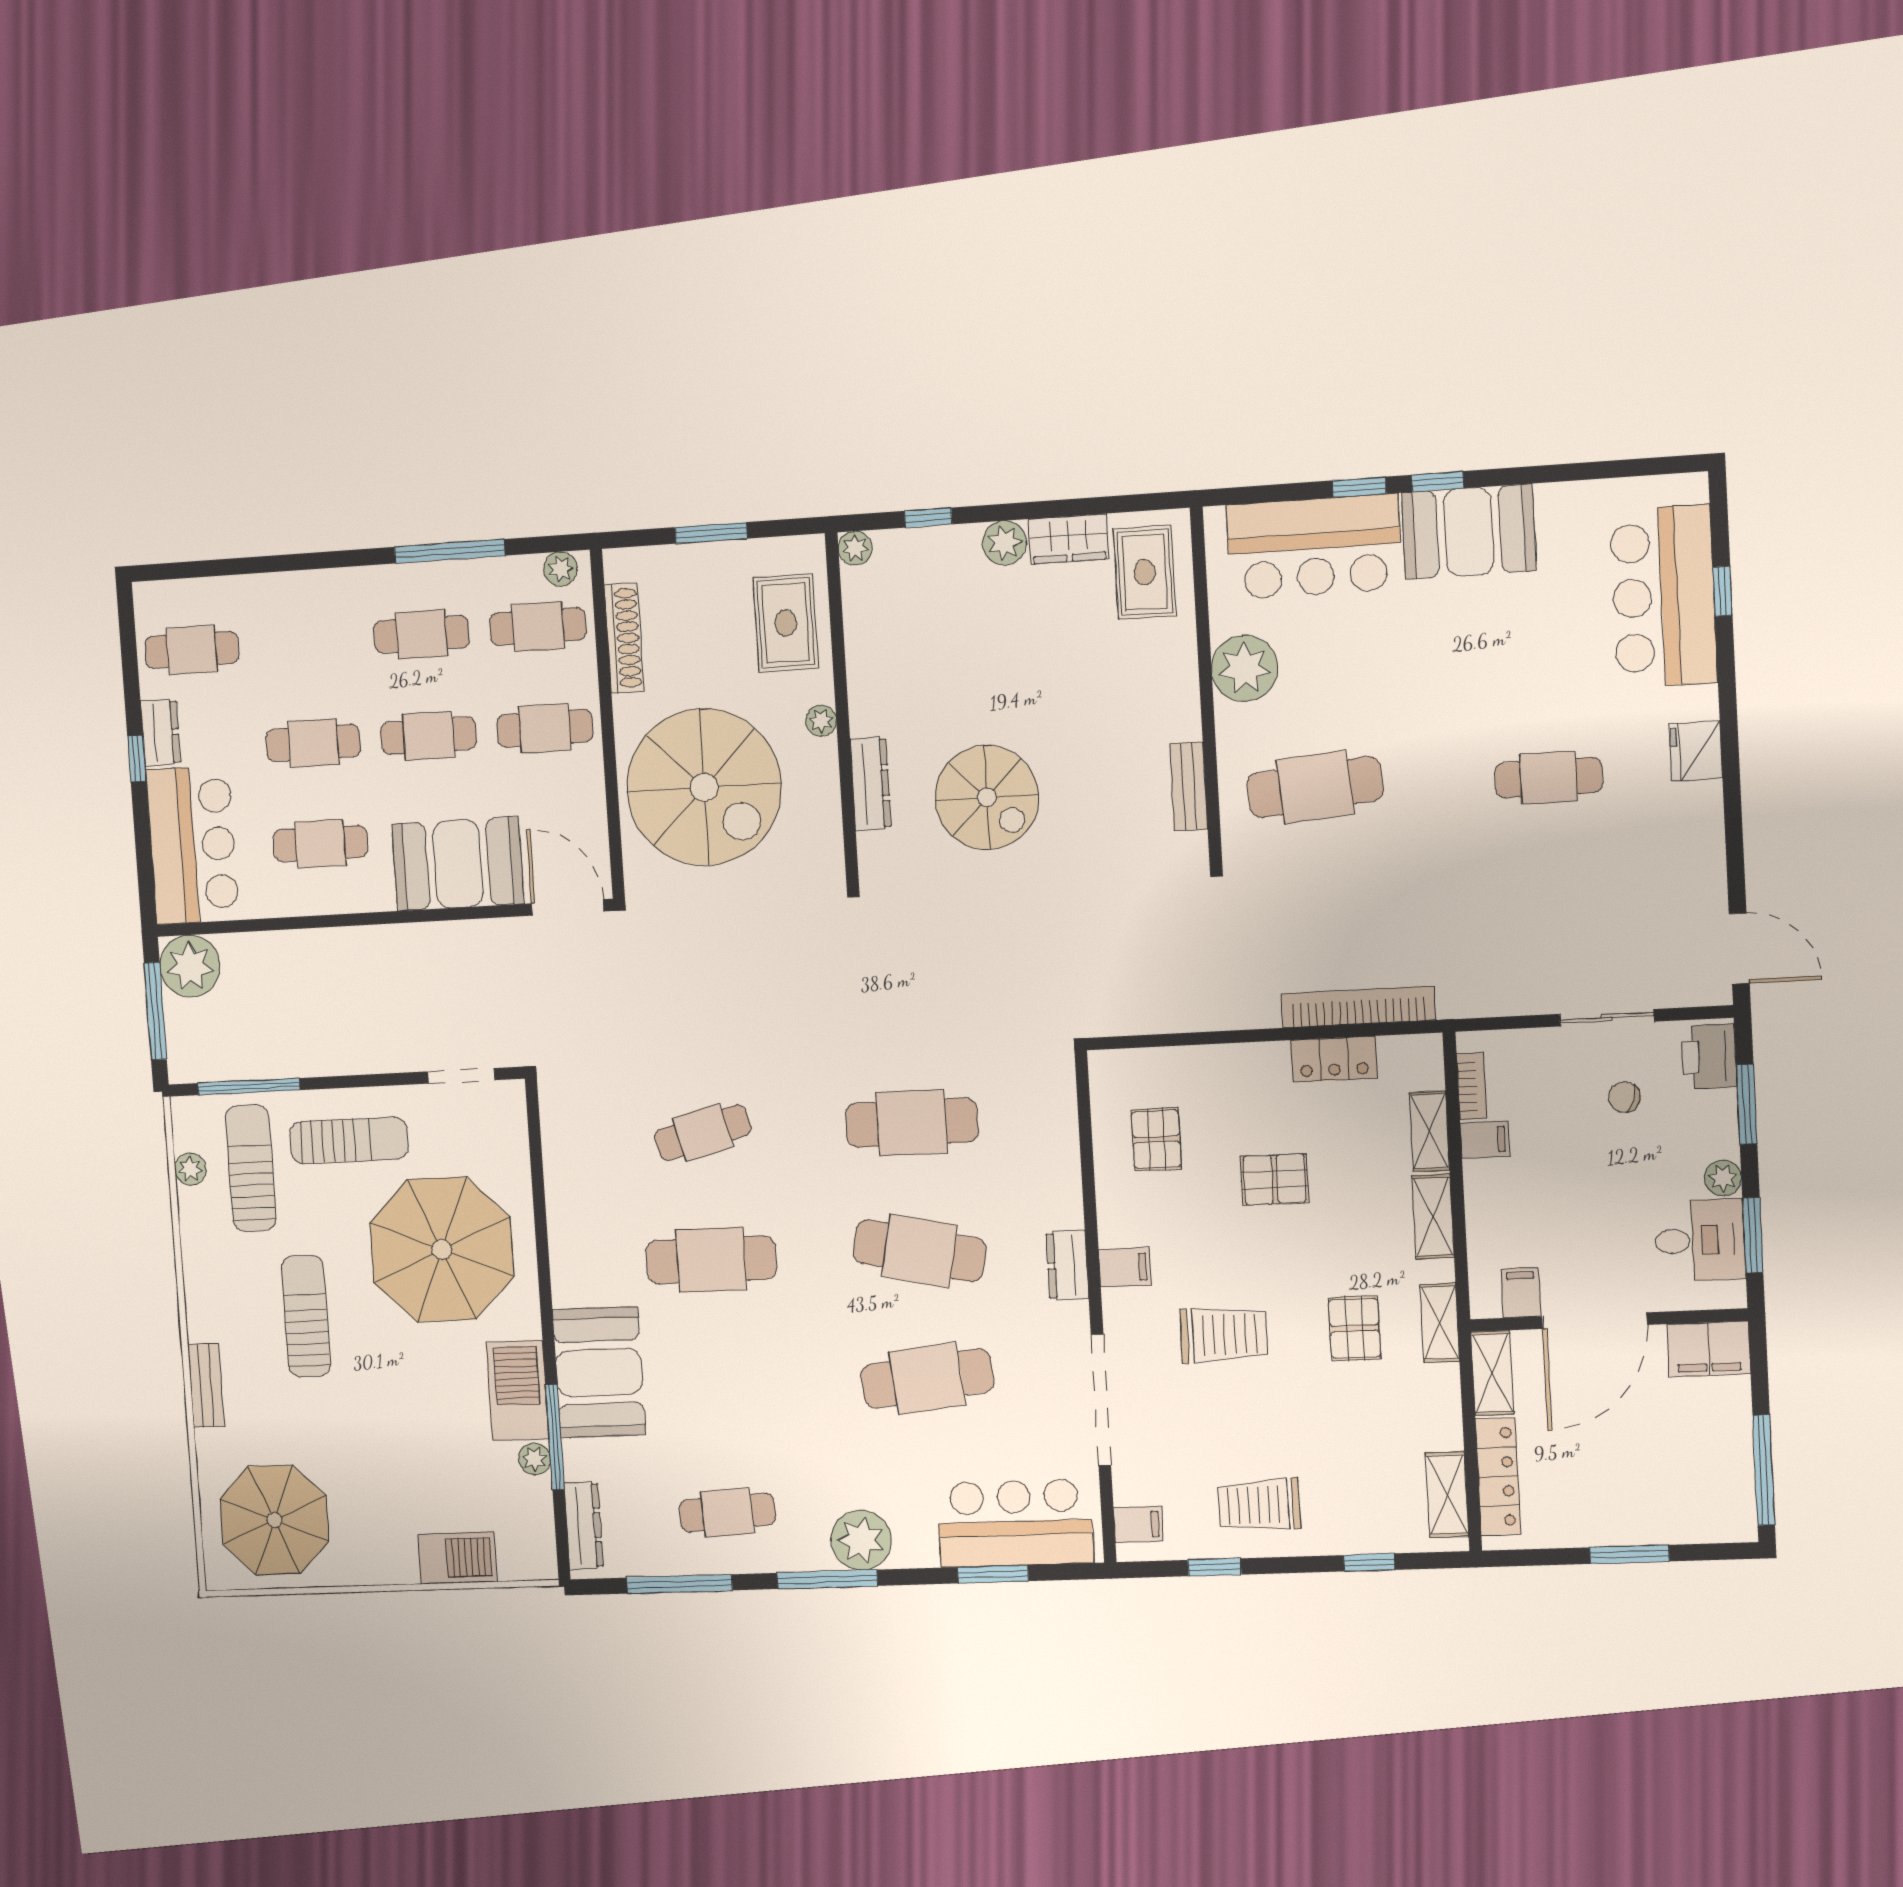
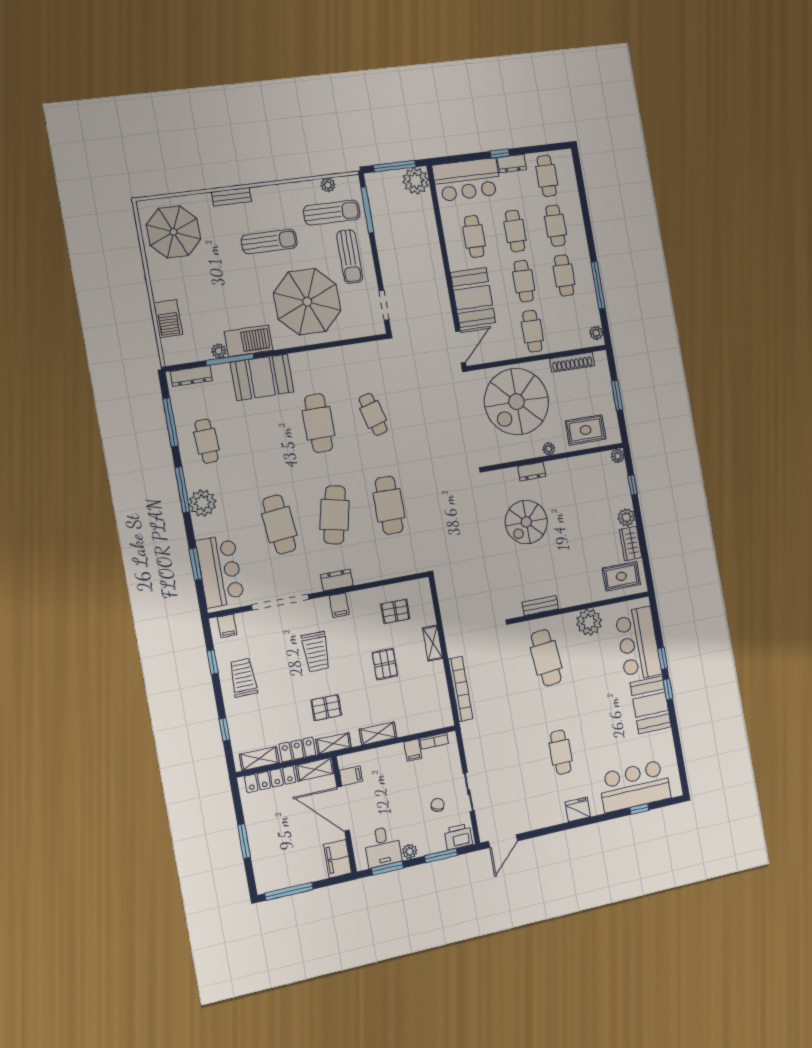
cafe table: (538, 626) -> (555, 226), moved
dresser: (871, 784) -> (532, 471), width x0.70
locker: (1334, 1059) -> (297, 750), moved, turned 90
shelving: (1429, 1132) -> (433, 643), moved, turned 90

